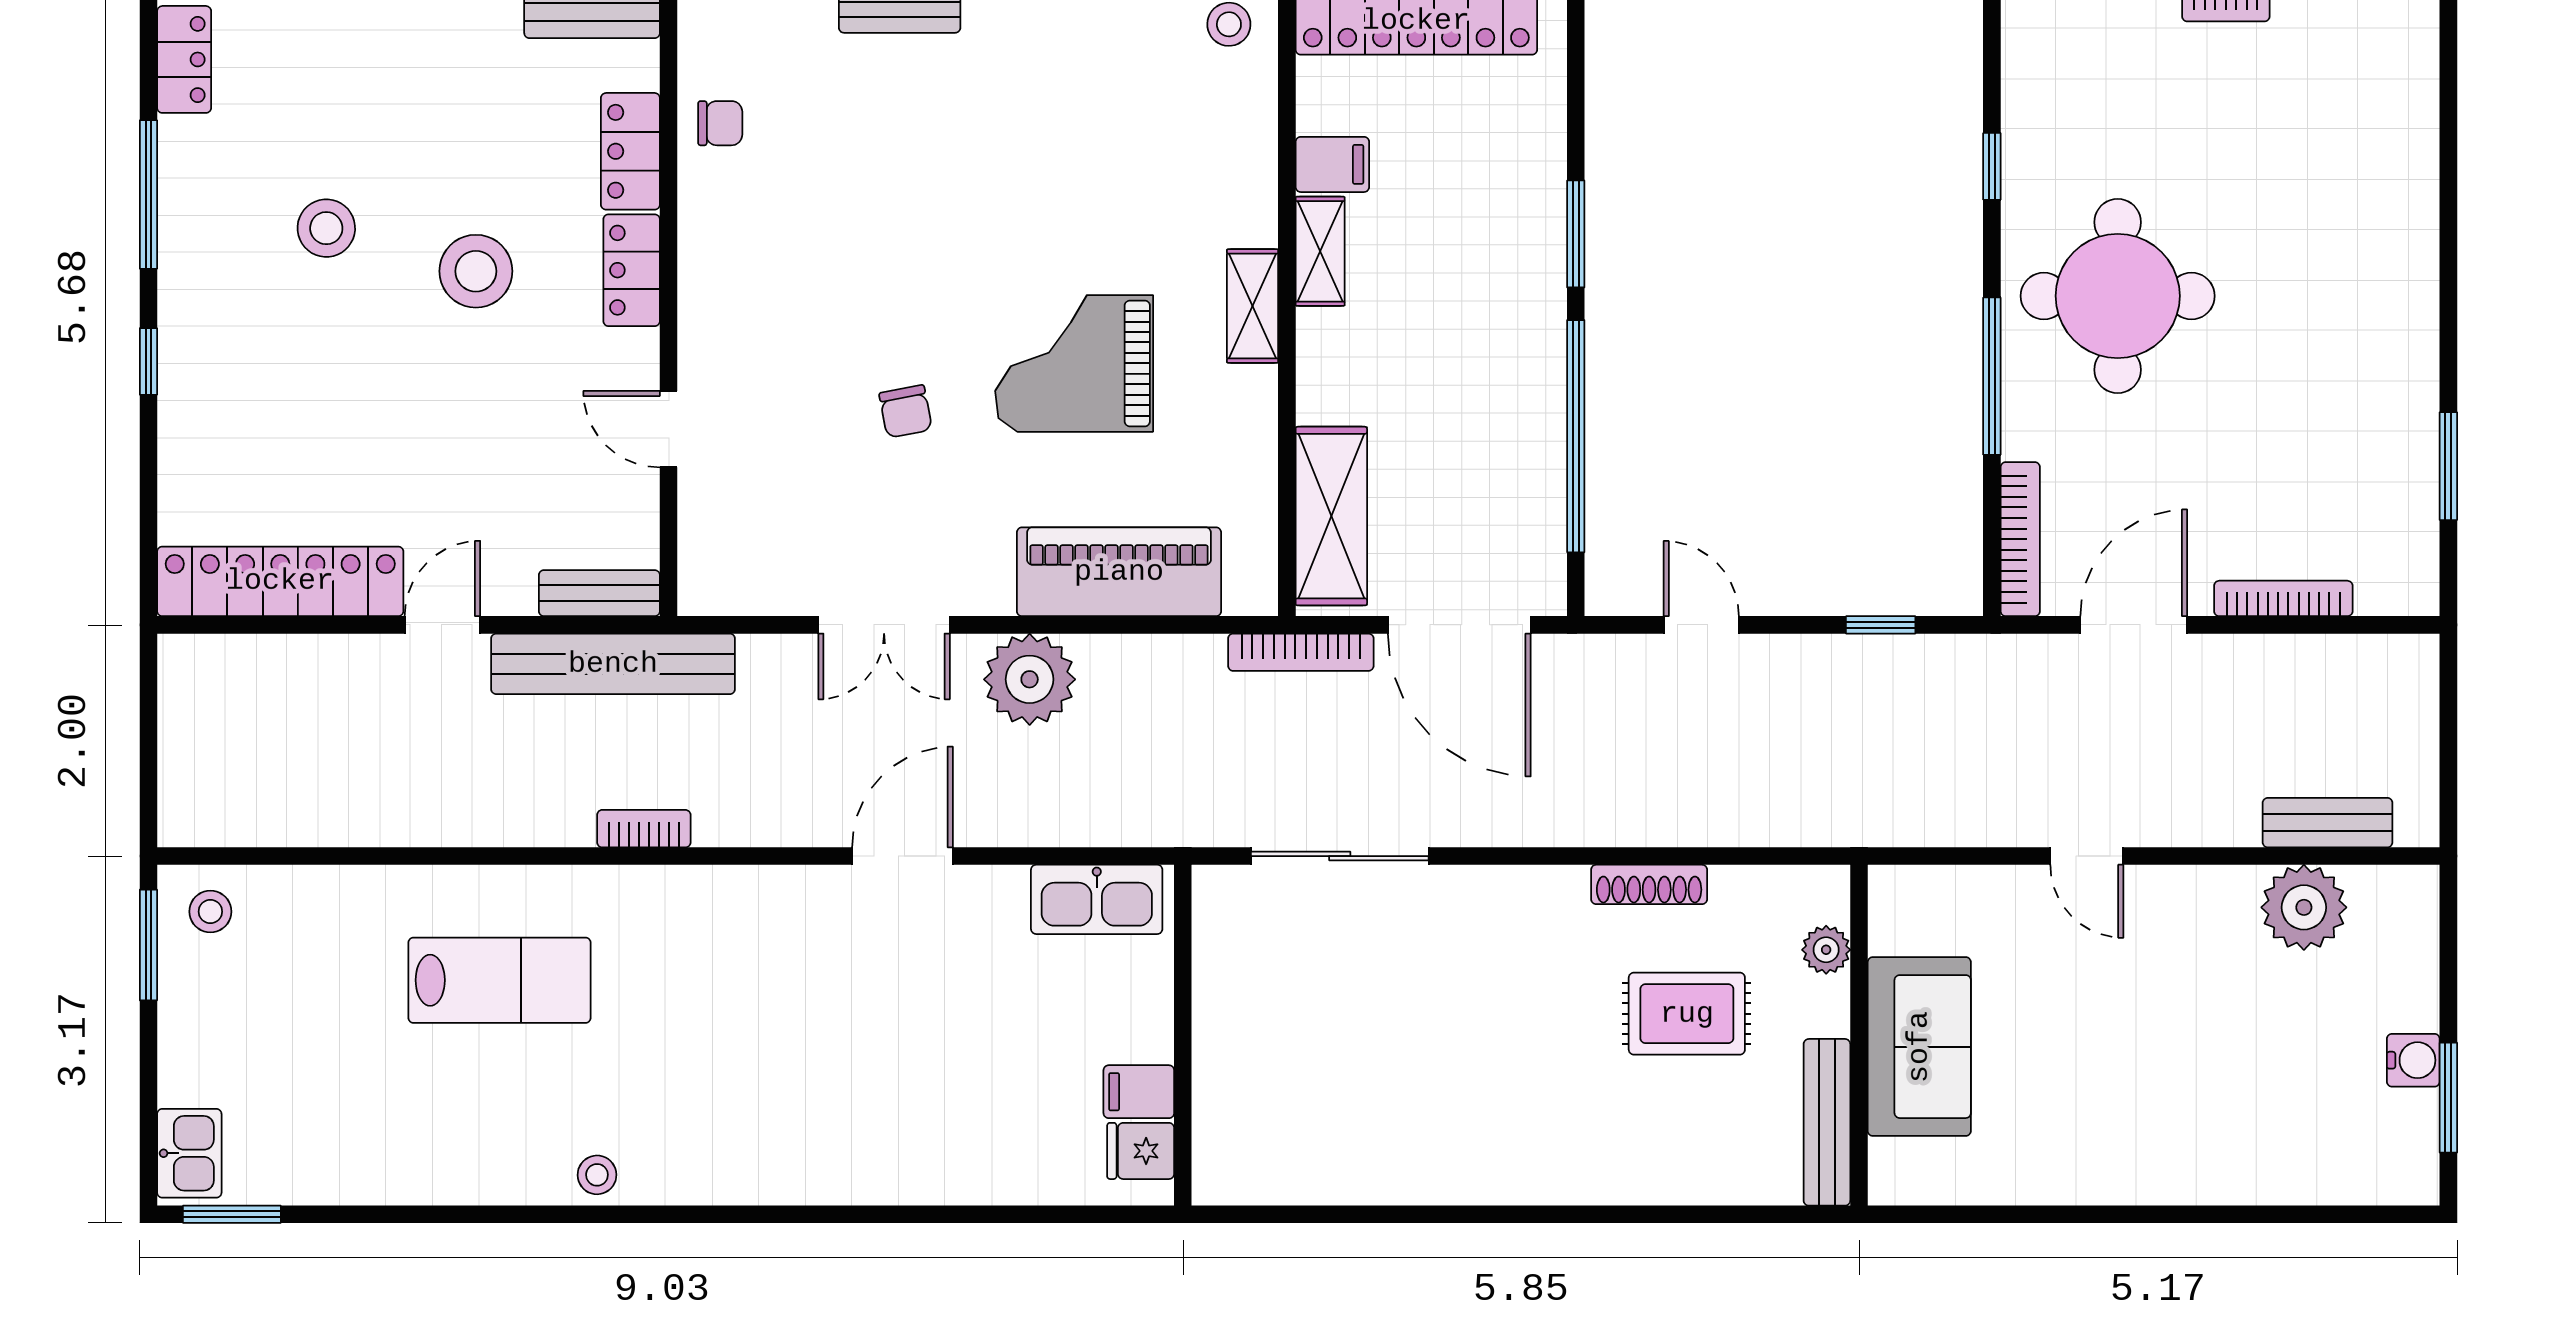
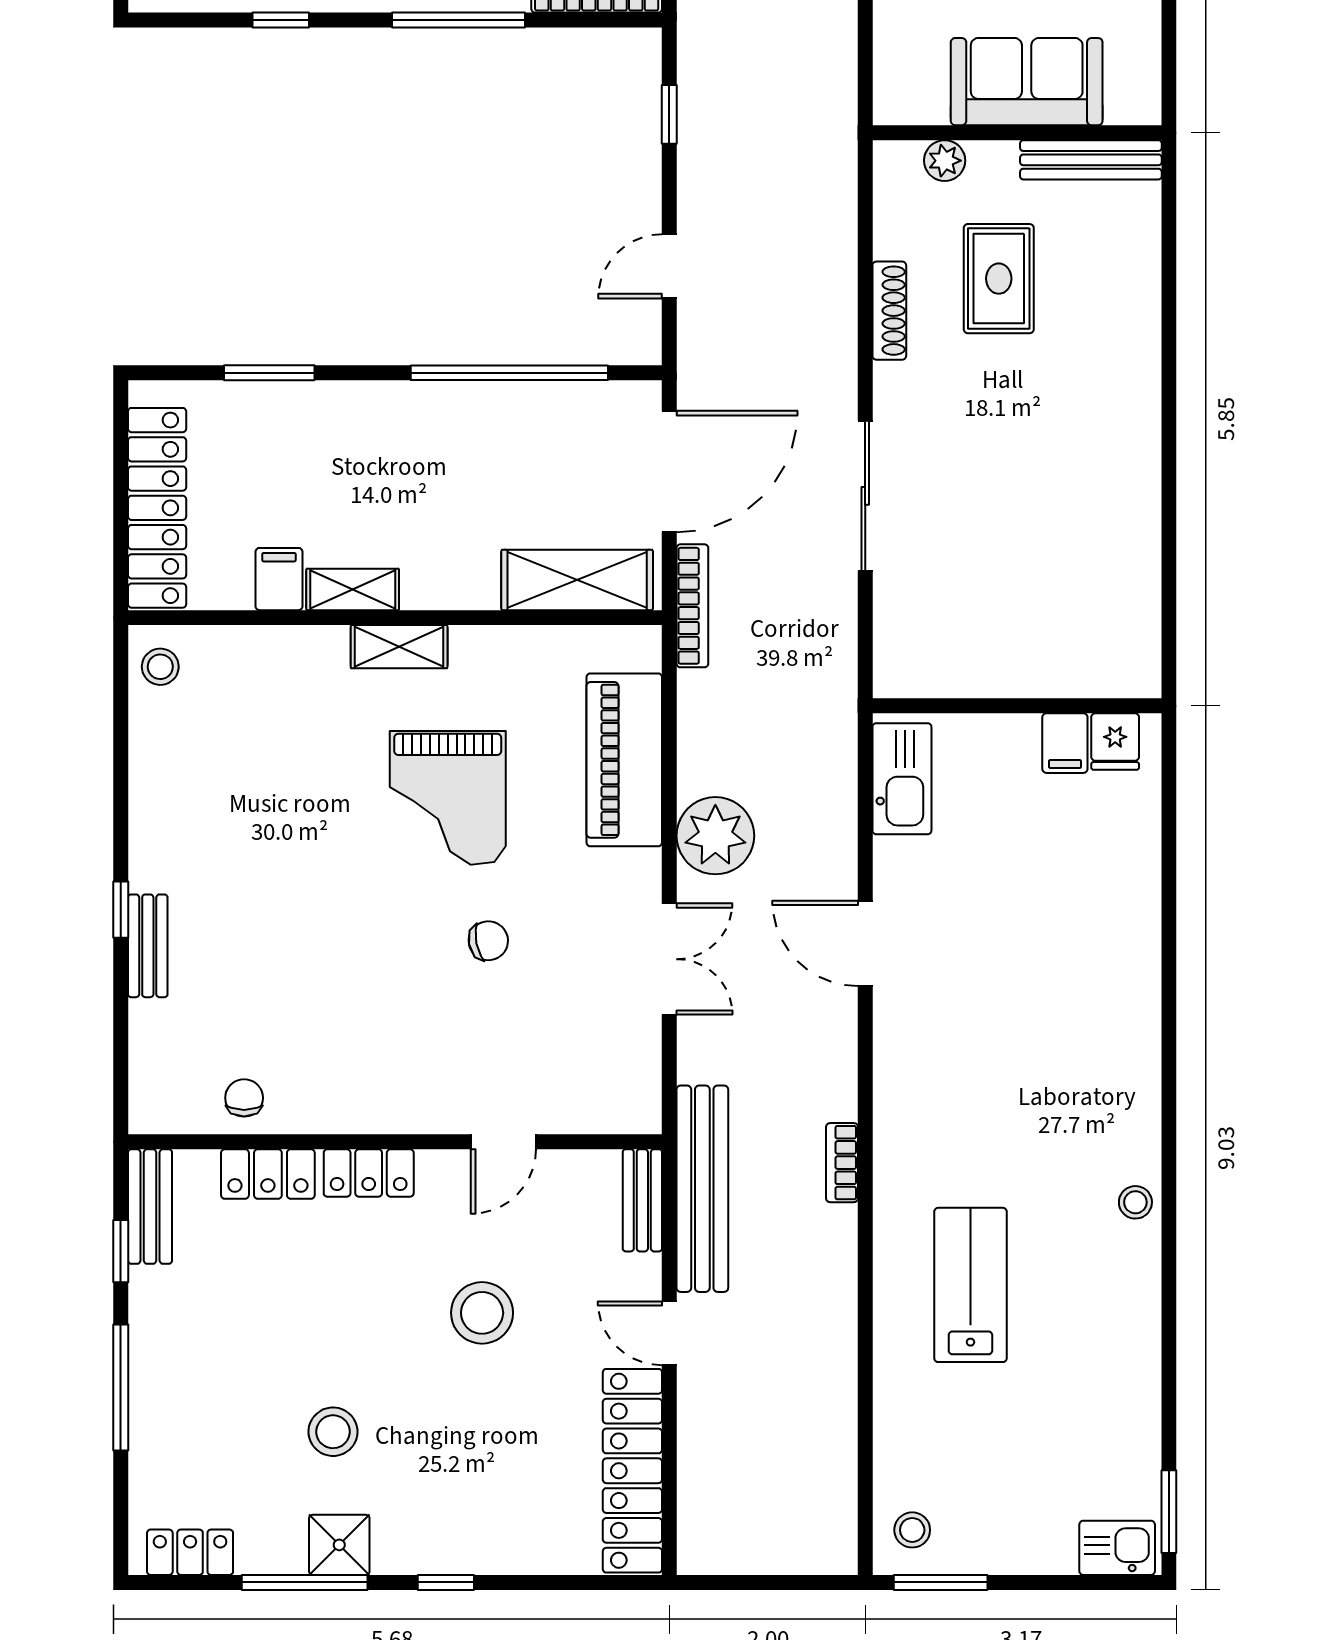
window: (1576, 234) -> (269, 373), moved
shower: (193, 236) -> (339, 1545), added
stool: (476, 271) -> (482, 1313), moved
sliding door: (1340, 856) -> (865, 496), moved

